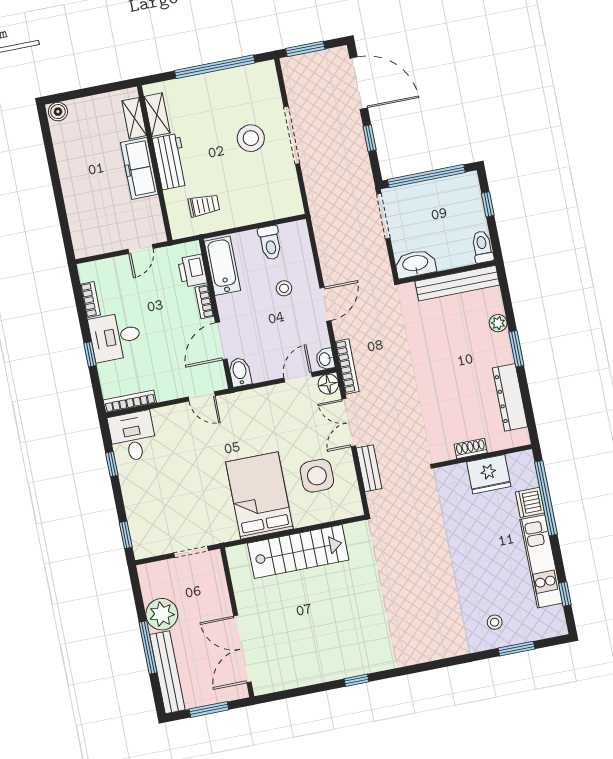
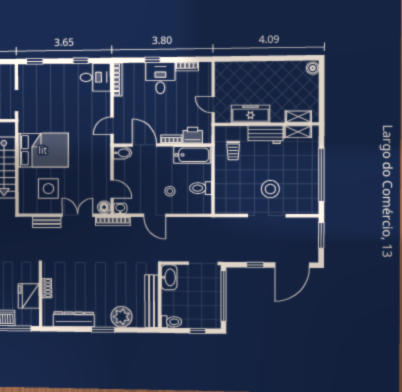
freezer: (139, 168) -> (250, 114), moved
plant: (498, 323) -> (121, 317), width x1.88, depth x1.88

